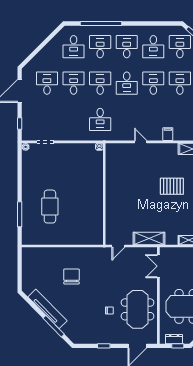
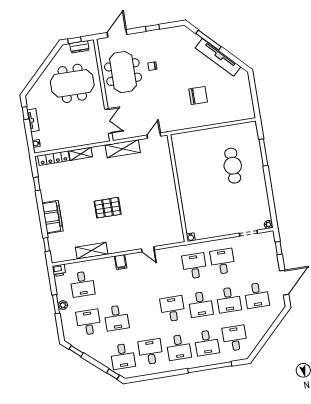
desk: (153, 83) -> (222, 262), moved, turned 180
chair: (72, 277) -> (198, 96), turned -90

